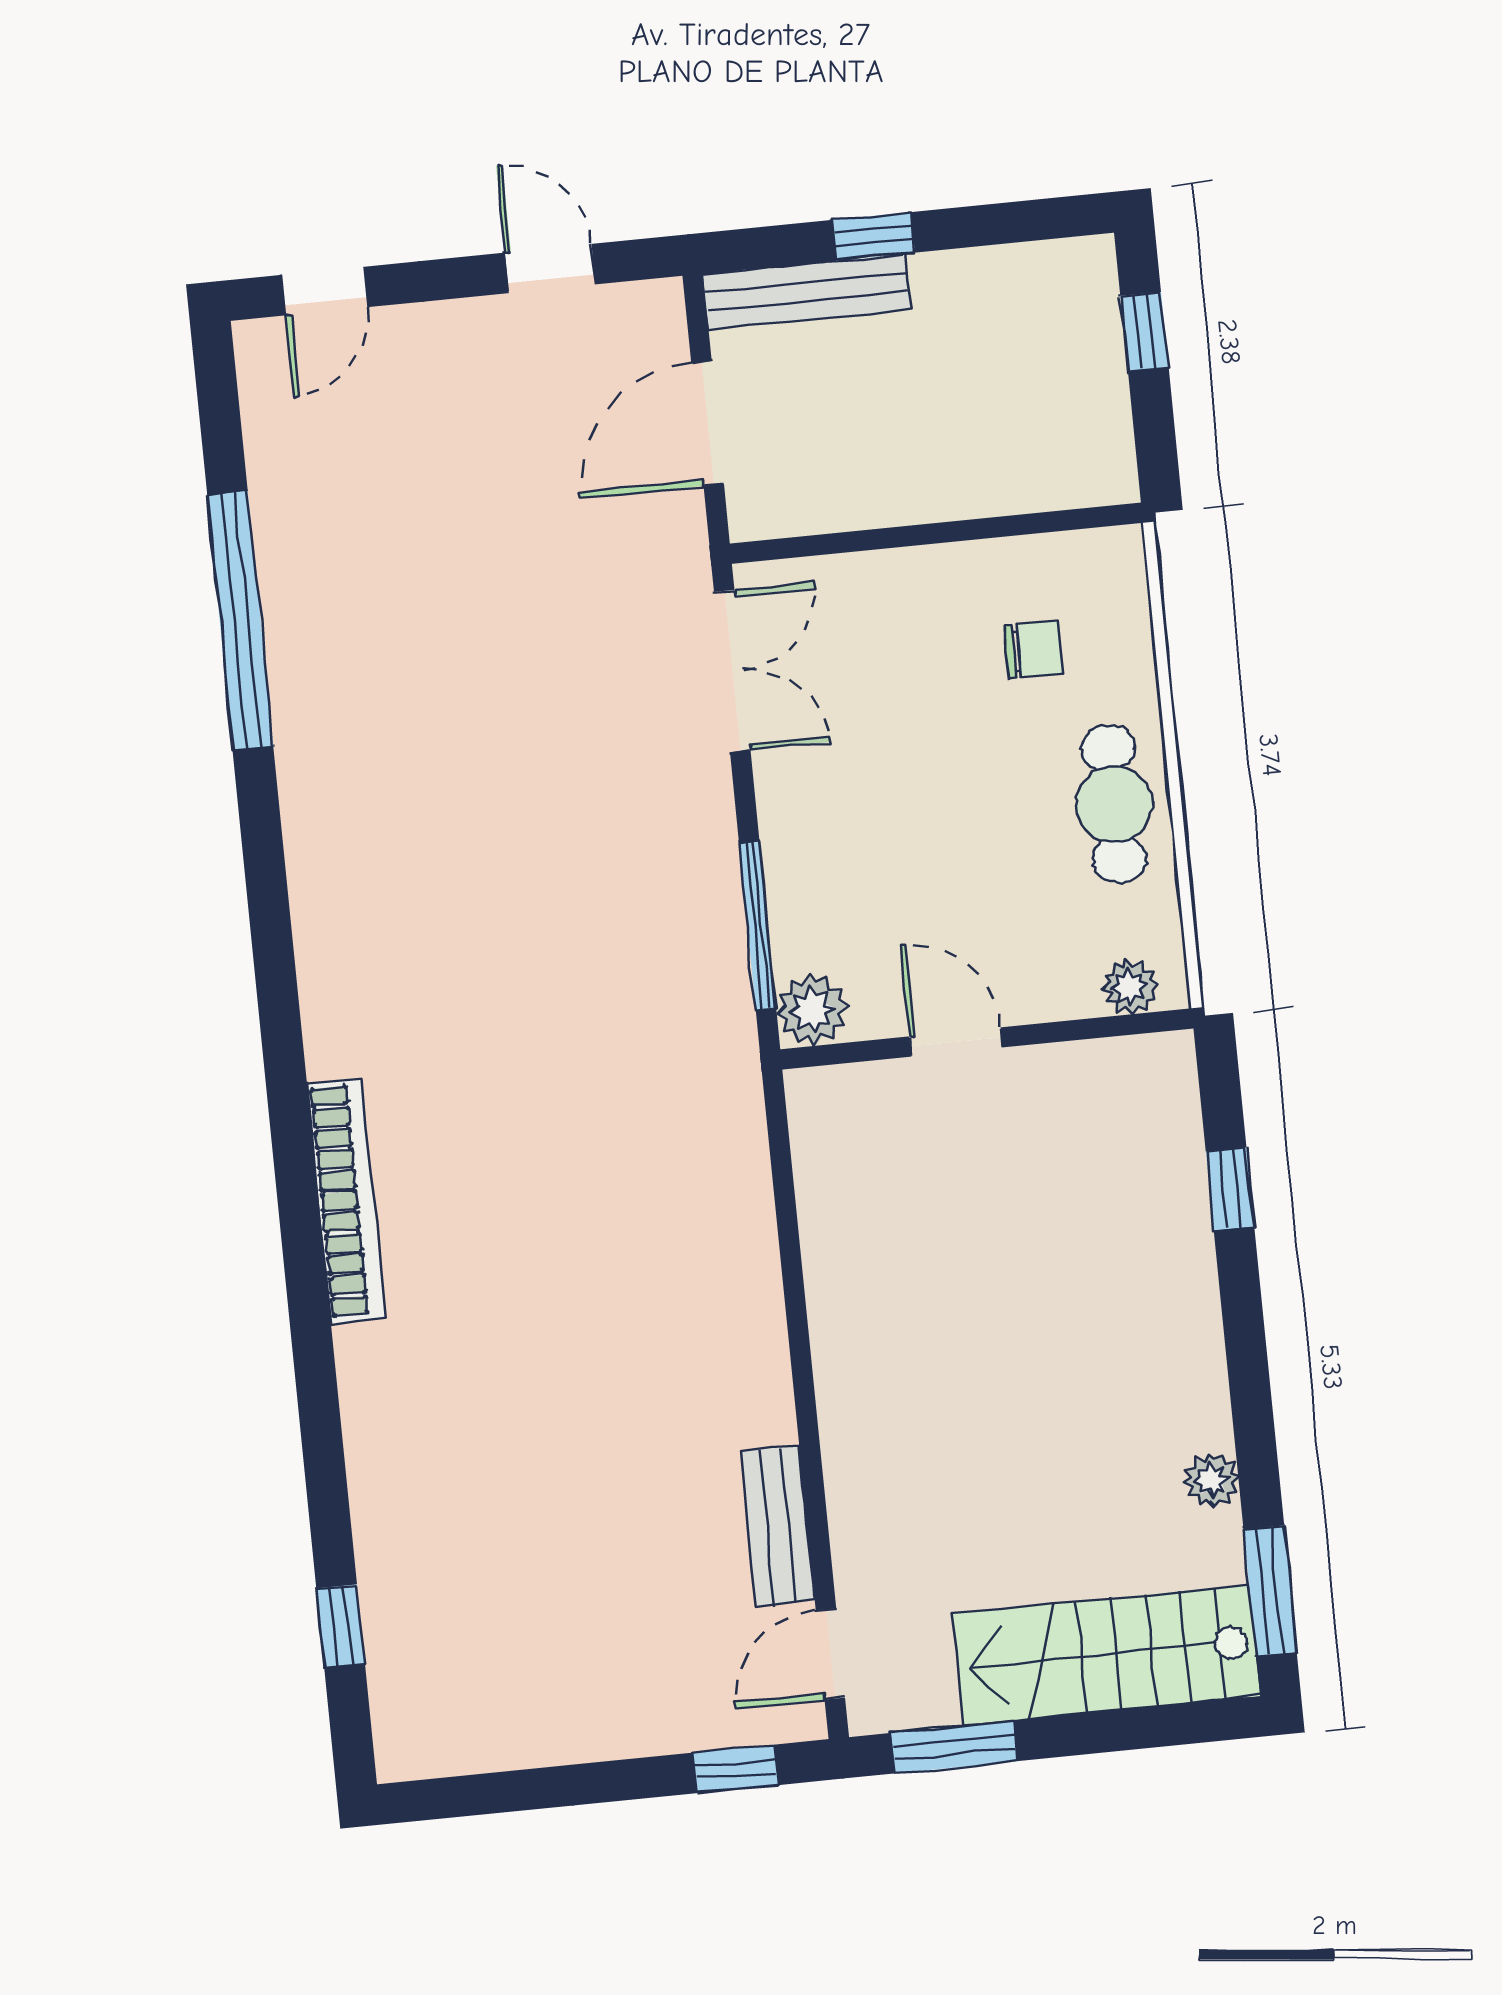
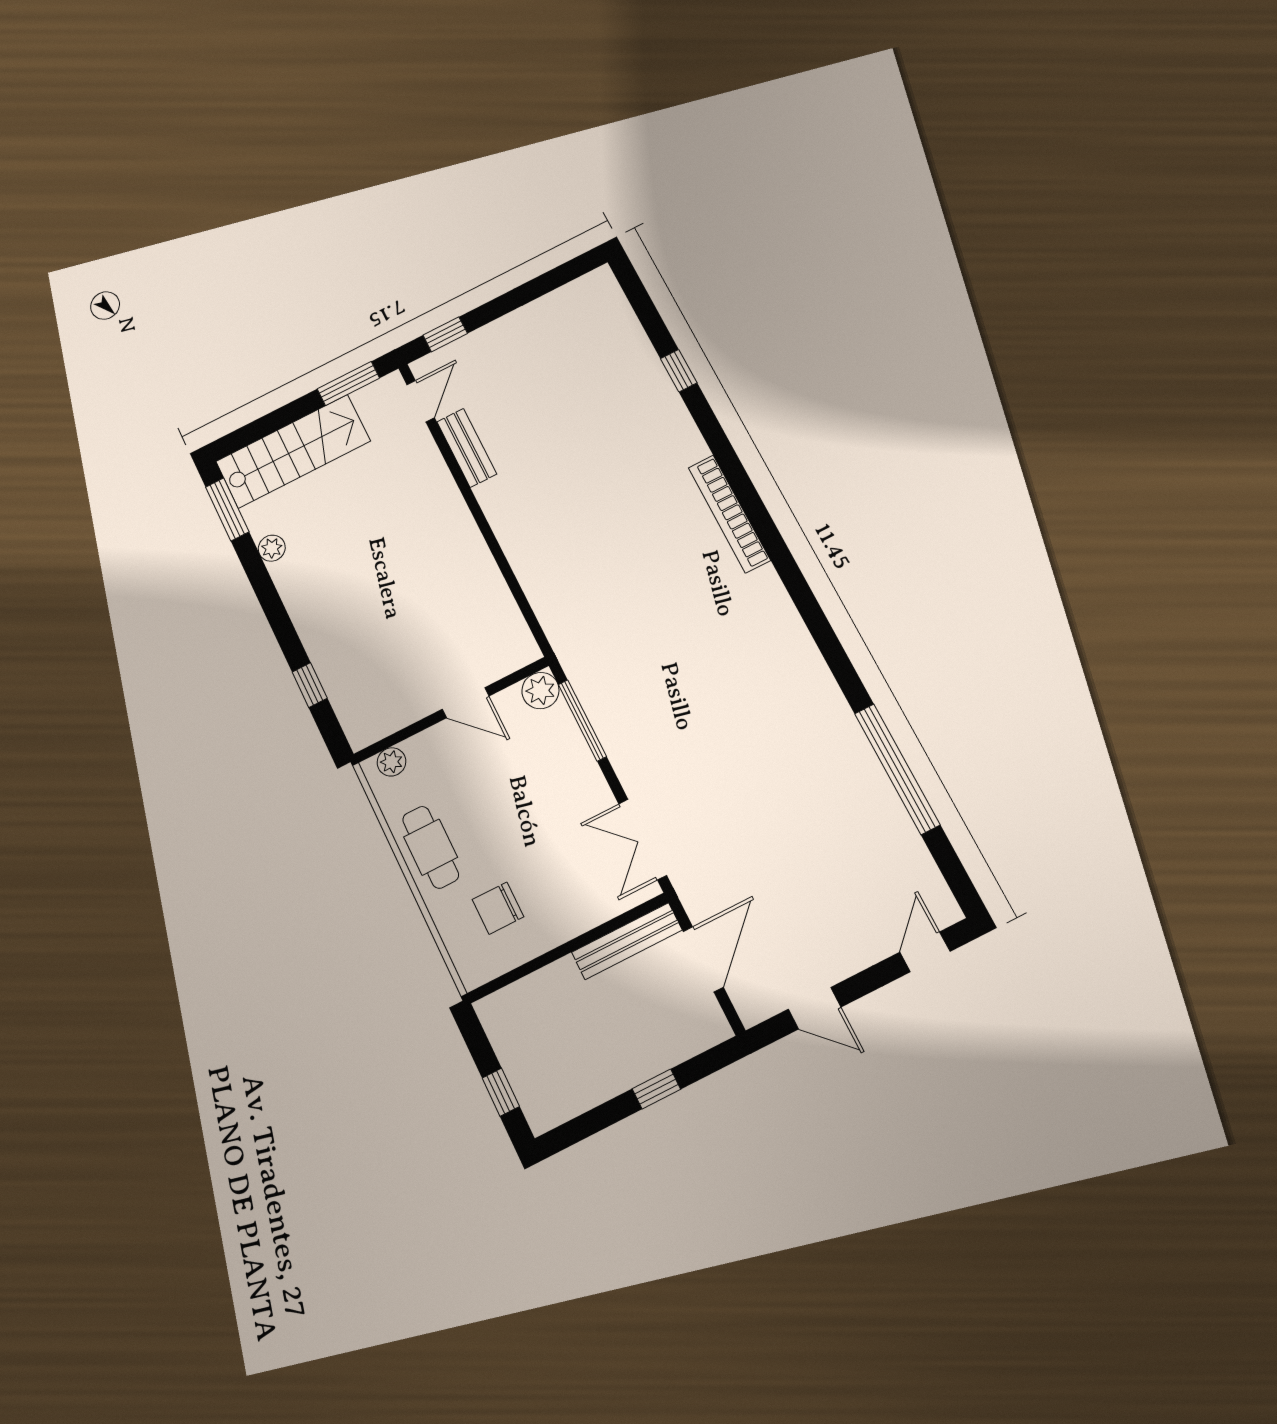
bench: (807, 292) -> (627, 941), moved
chair: (1033, 650) -> (498, 908), width x1.37, depth x1.37
window: (341, 1626) -> (679, 371), moved

